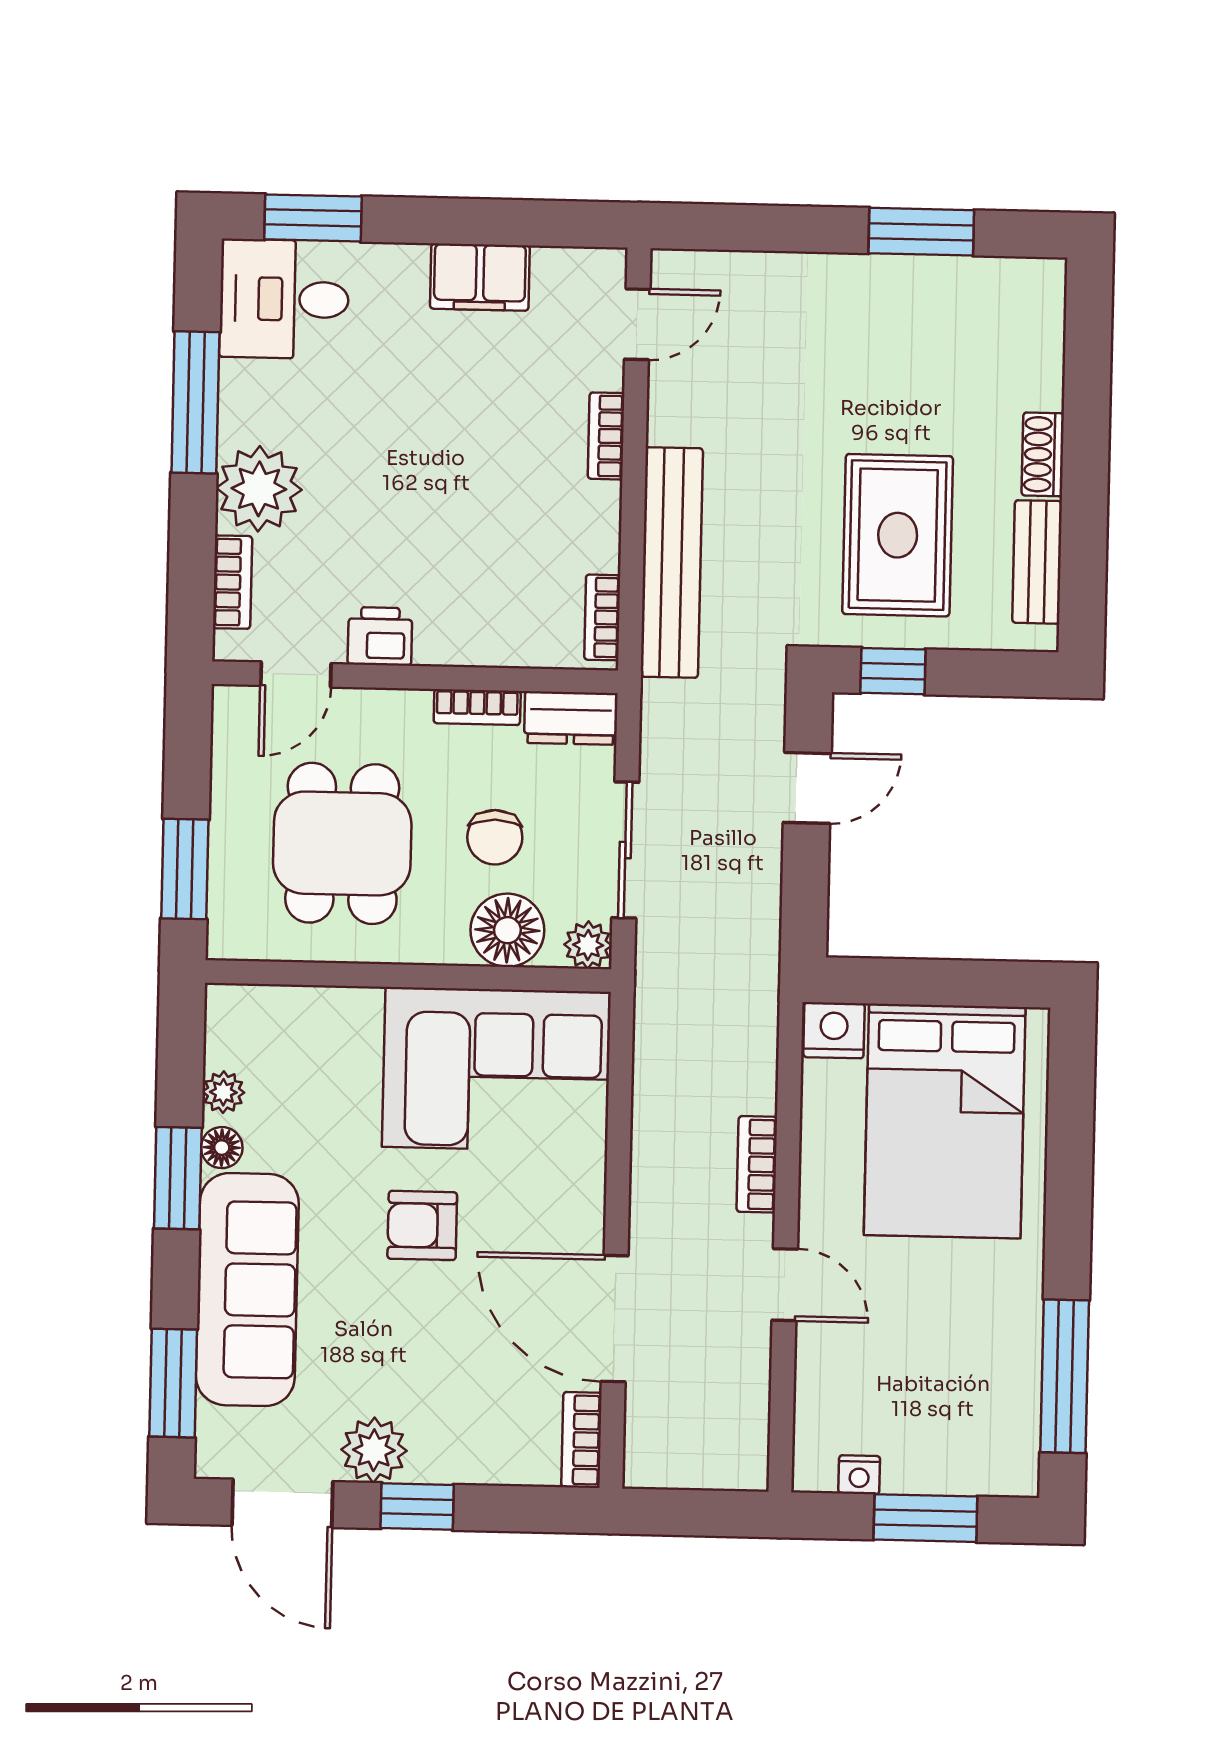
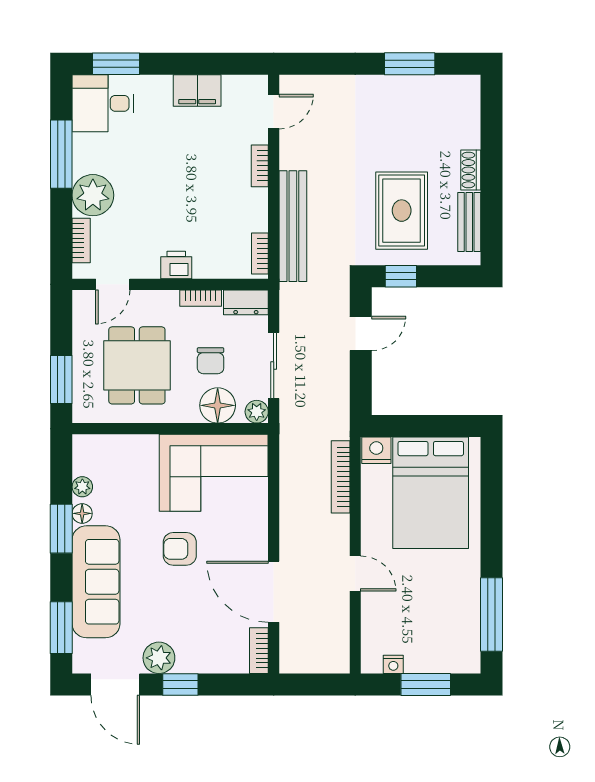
printer: (380, 636) -> (176, 265), moved
bookcase: (757, 1164) -> (341, 477), moved, width x1.56

